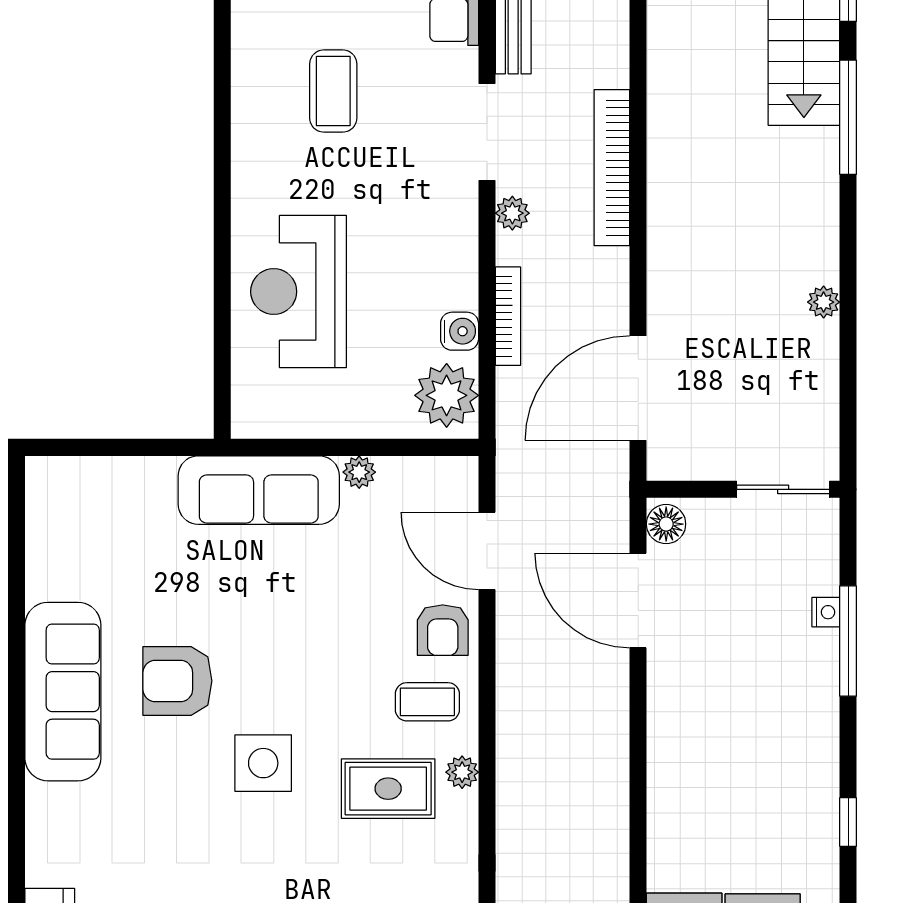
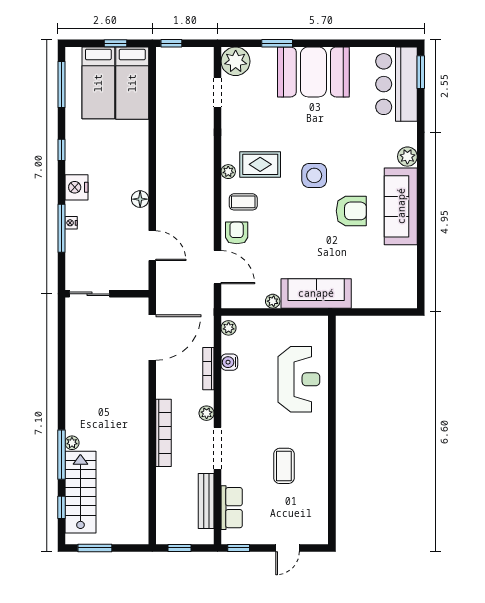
plant: (824, 302) -> (72, 443), moved
plant: (447, 395) -> (229, 328), width x0.53, depth x0.53
floor lamp: (666, 524) -> (140, 199), moved
door: (638, 600) -> (152, 246), width x0.73
nightstand: (826, 612) -> (71, 223), moved
nightstand: (813, 736) -> (76, 187), added
plant: (48, 807) -> (407, 157), added

